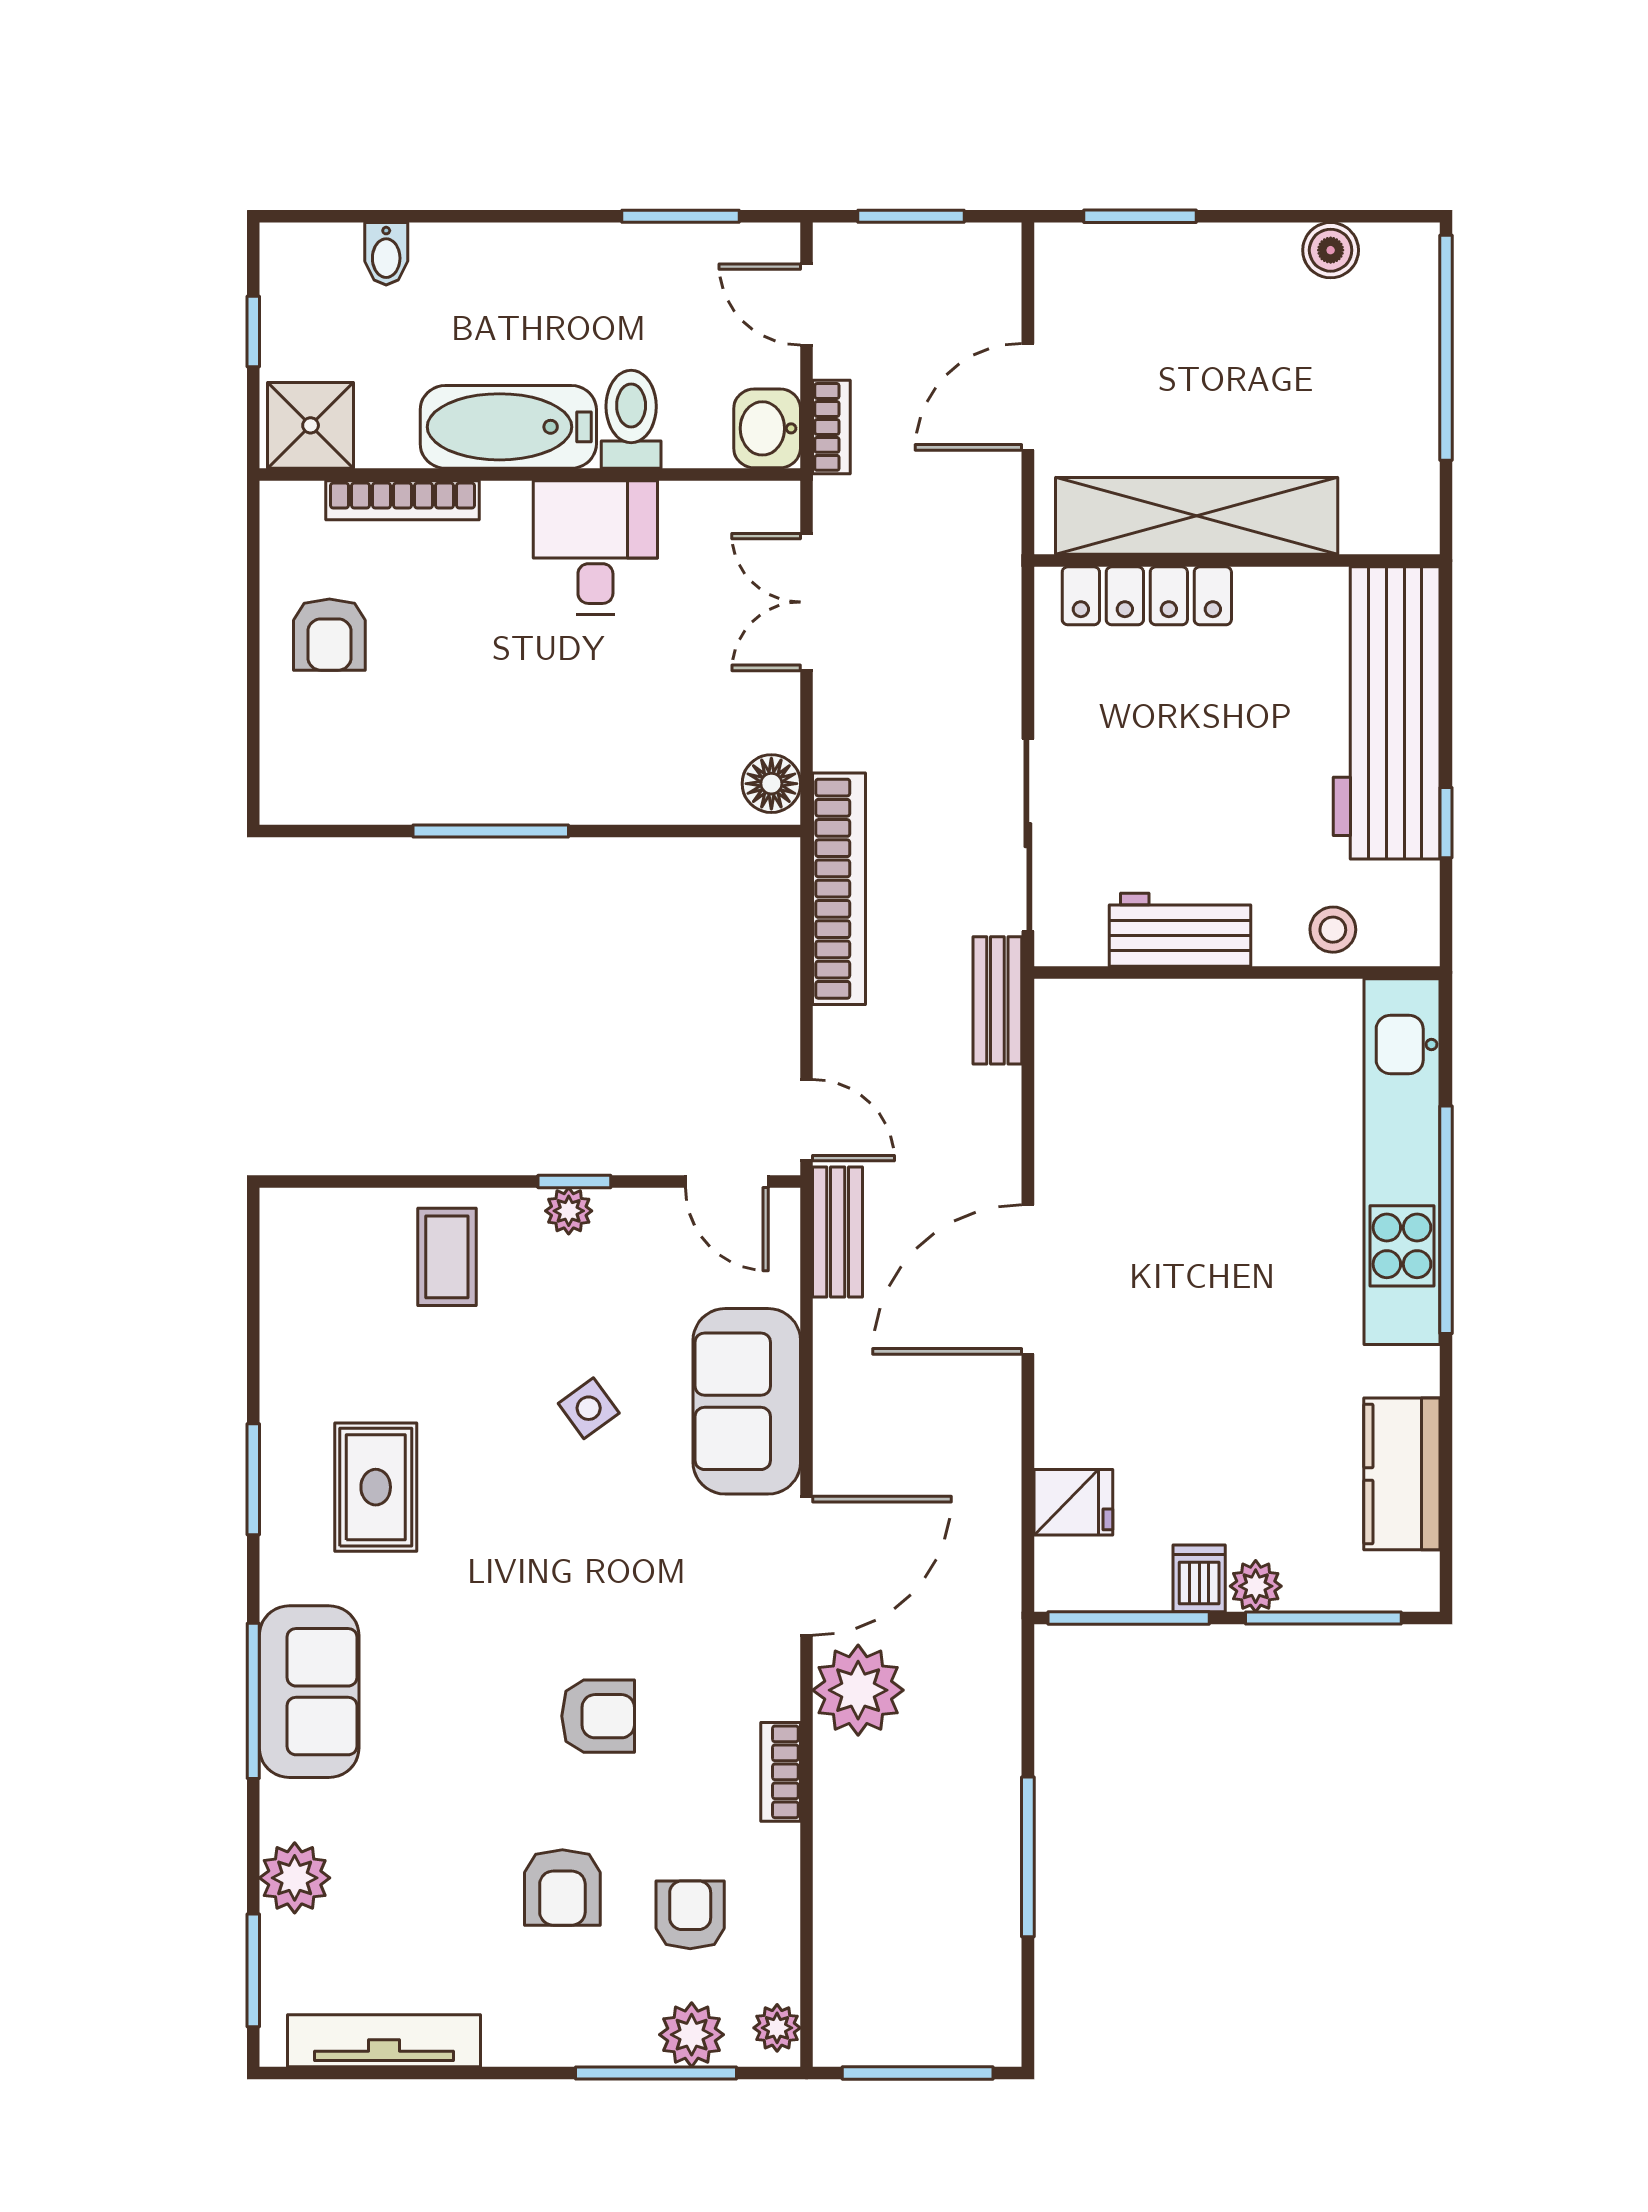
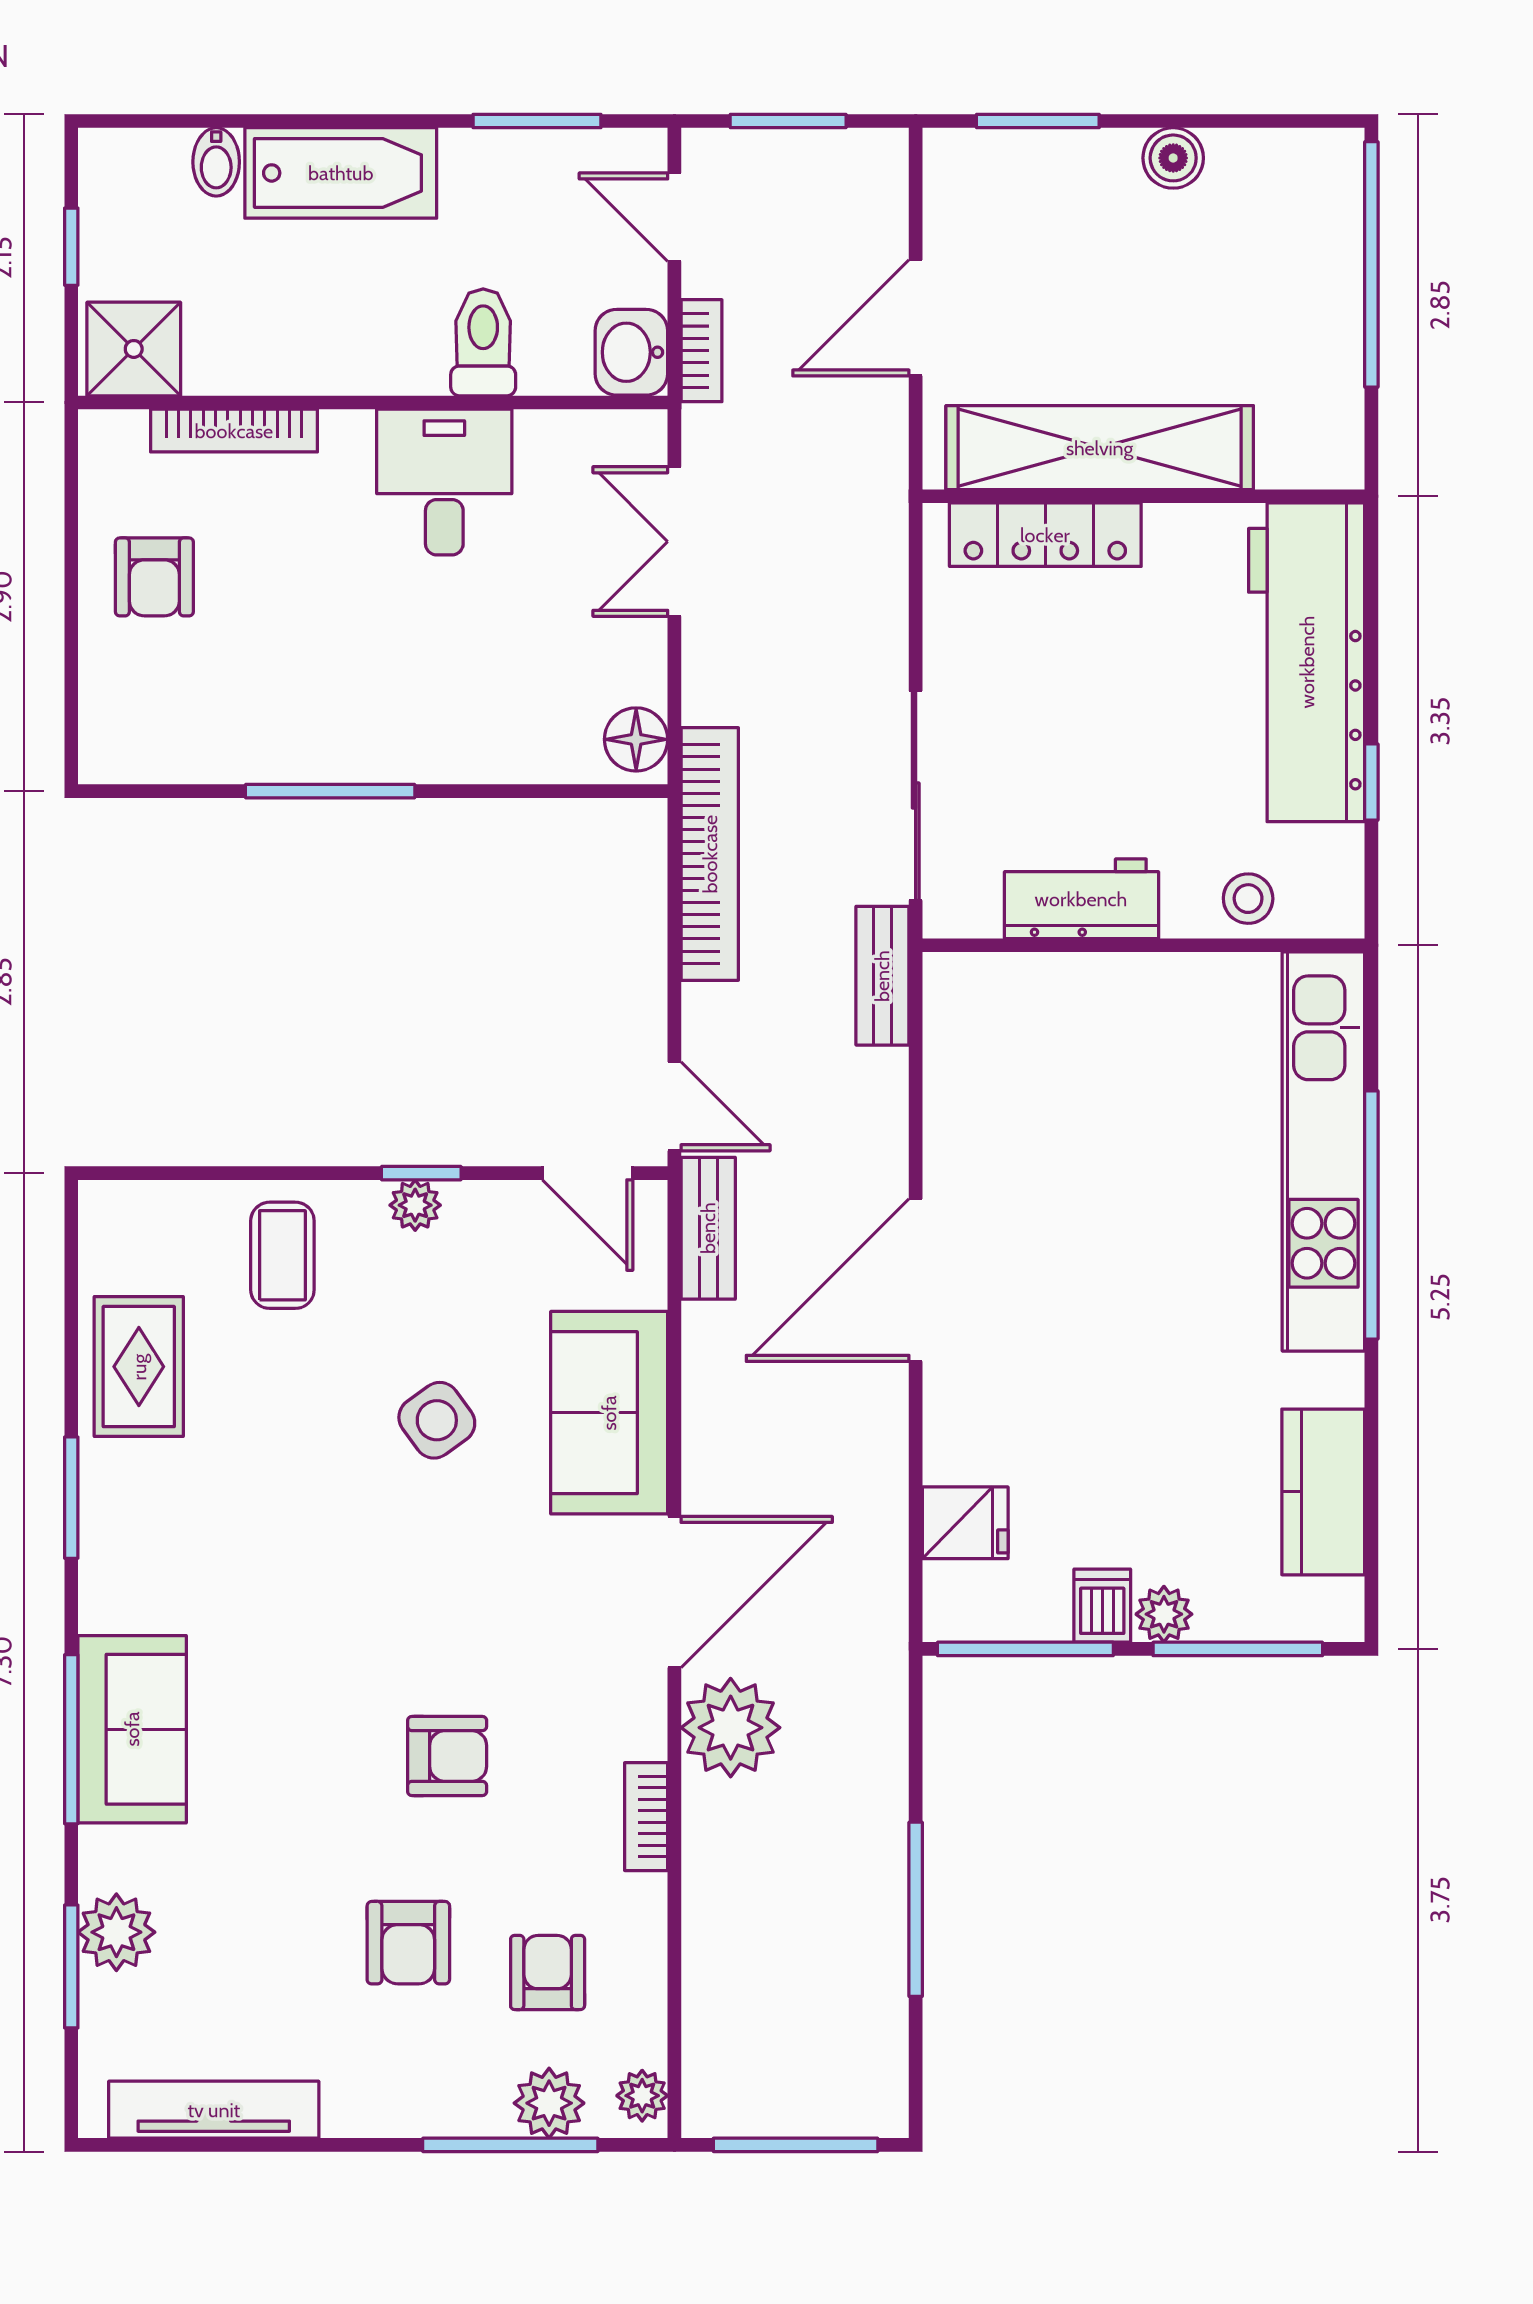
boiler: (1331, 250) -> (1173, 158), moved
bathtub: (508, 427) -> (341, 173), moved, turned 180
side table: (589, 1408) -> (437, 1420), width x1.37, depth x1.37
rug: (376, 1487) -> (139, 1367), moved
window: (253, 1970) -> (71, 1966), moved

